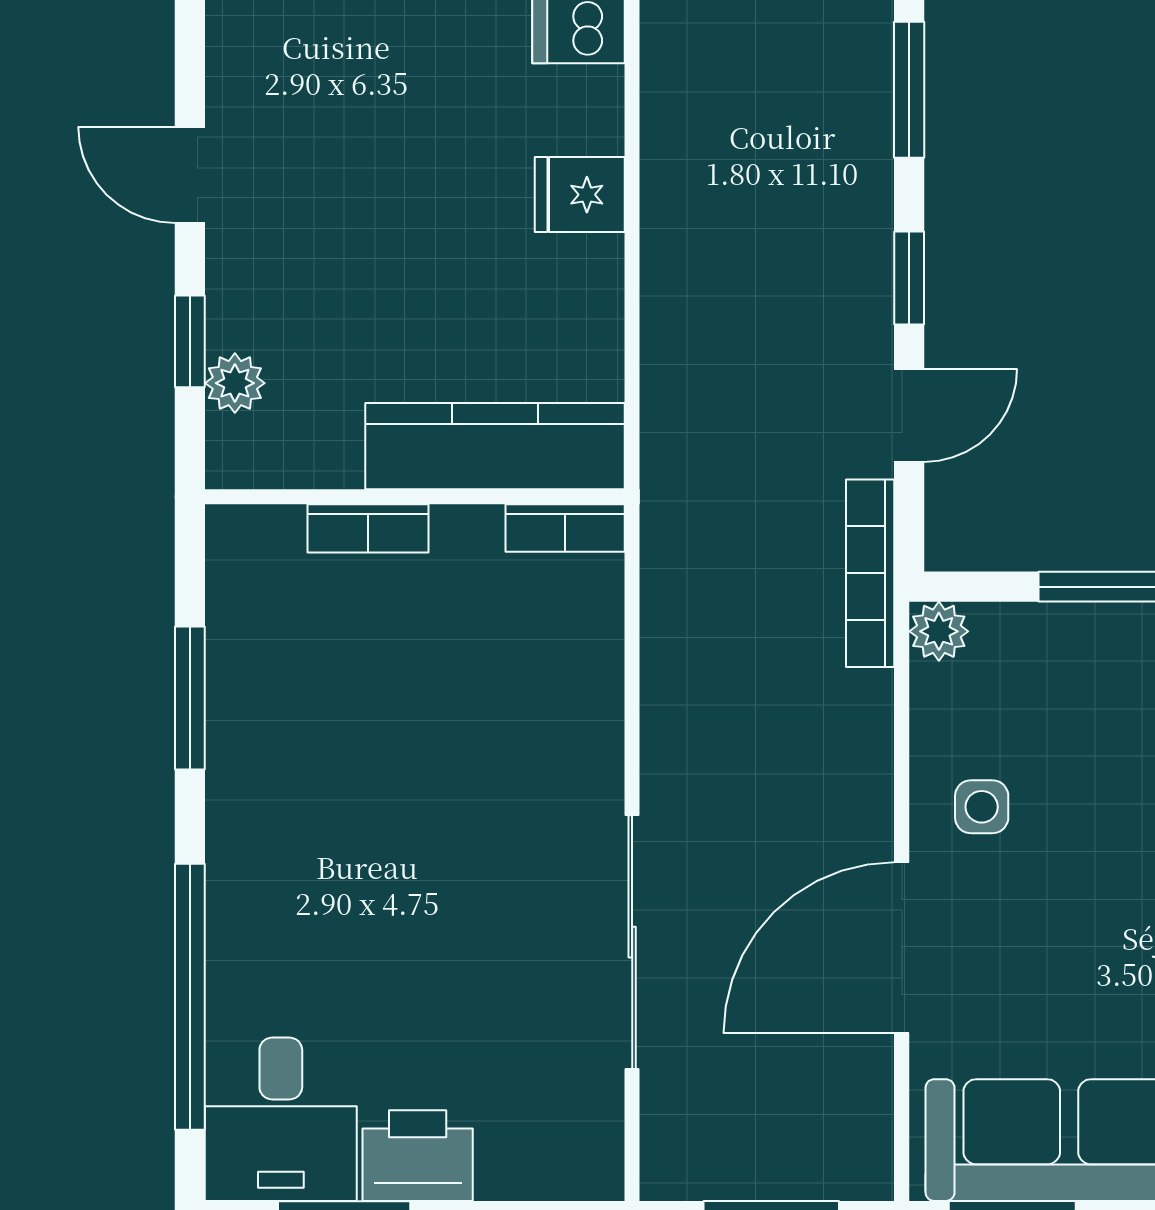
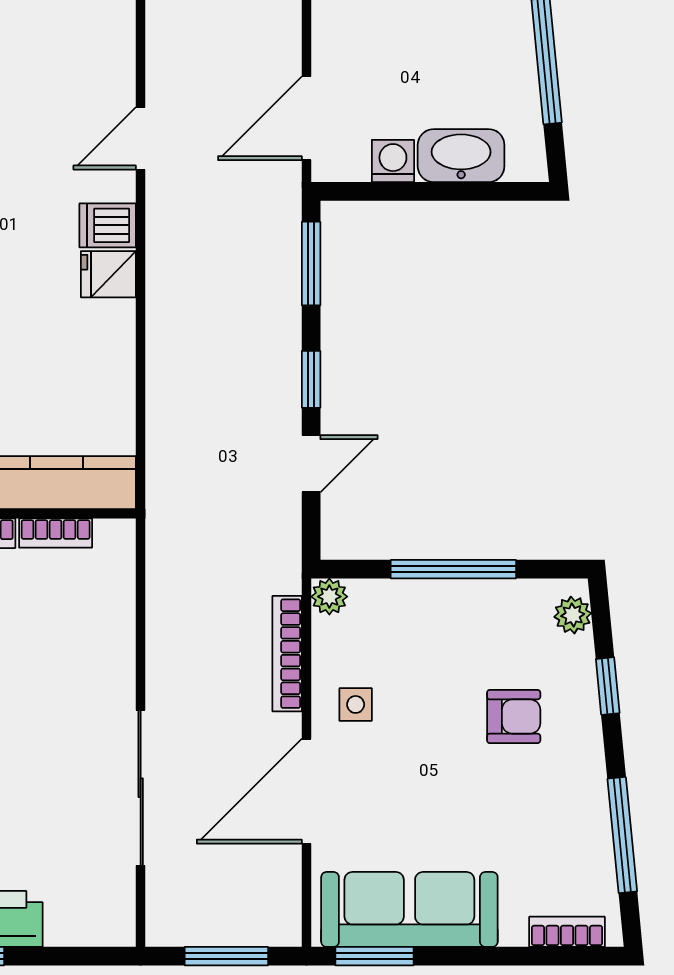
fridge: (580, 195) -> (108, 274), moved
bookcase: (565, 528) -> (56, 533), moved
bookcase: (870, 573) -> (287, 654), moved

